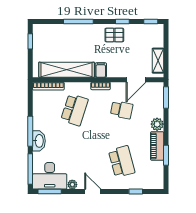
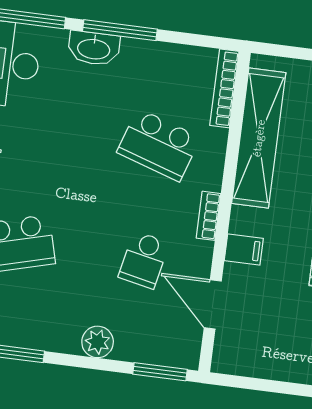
shelving: (158, 61) -> (252, 364), removed
filing cabinet: (101, 70) -> (244, 249), moved
piano: (157, 146) -> (45, 335), removed

